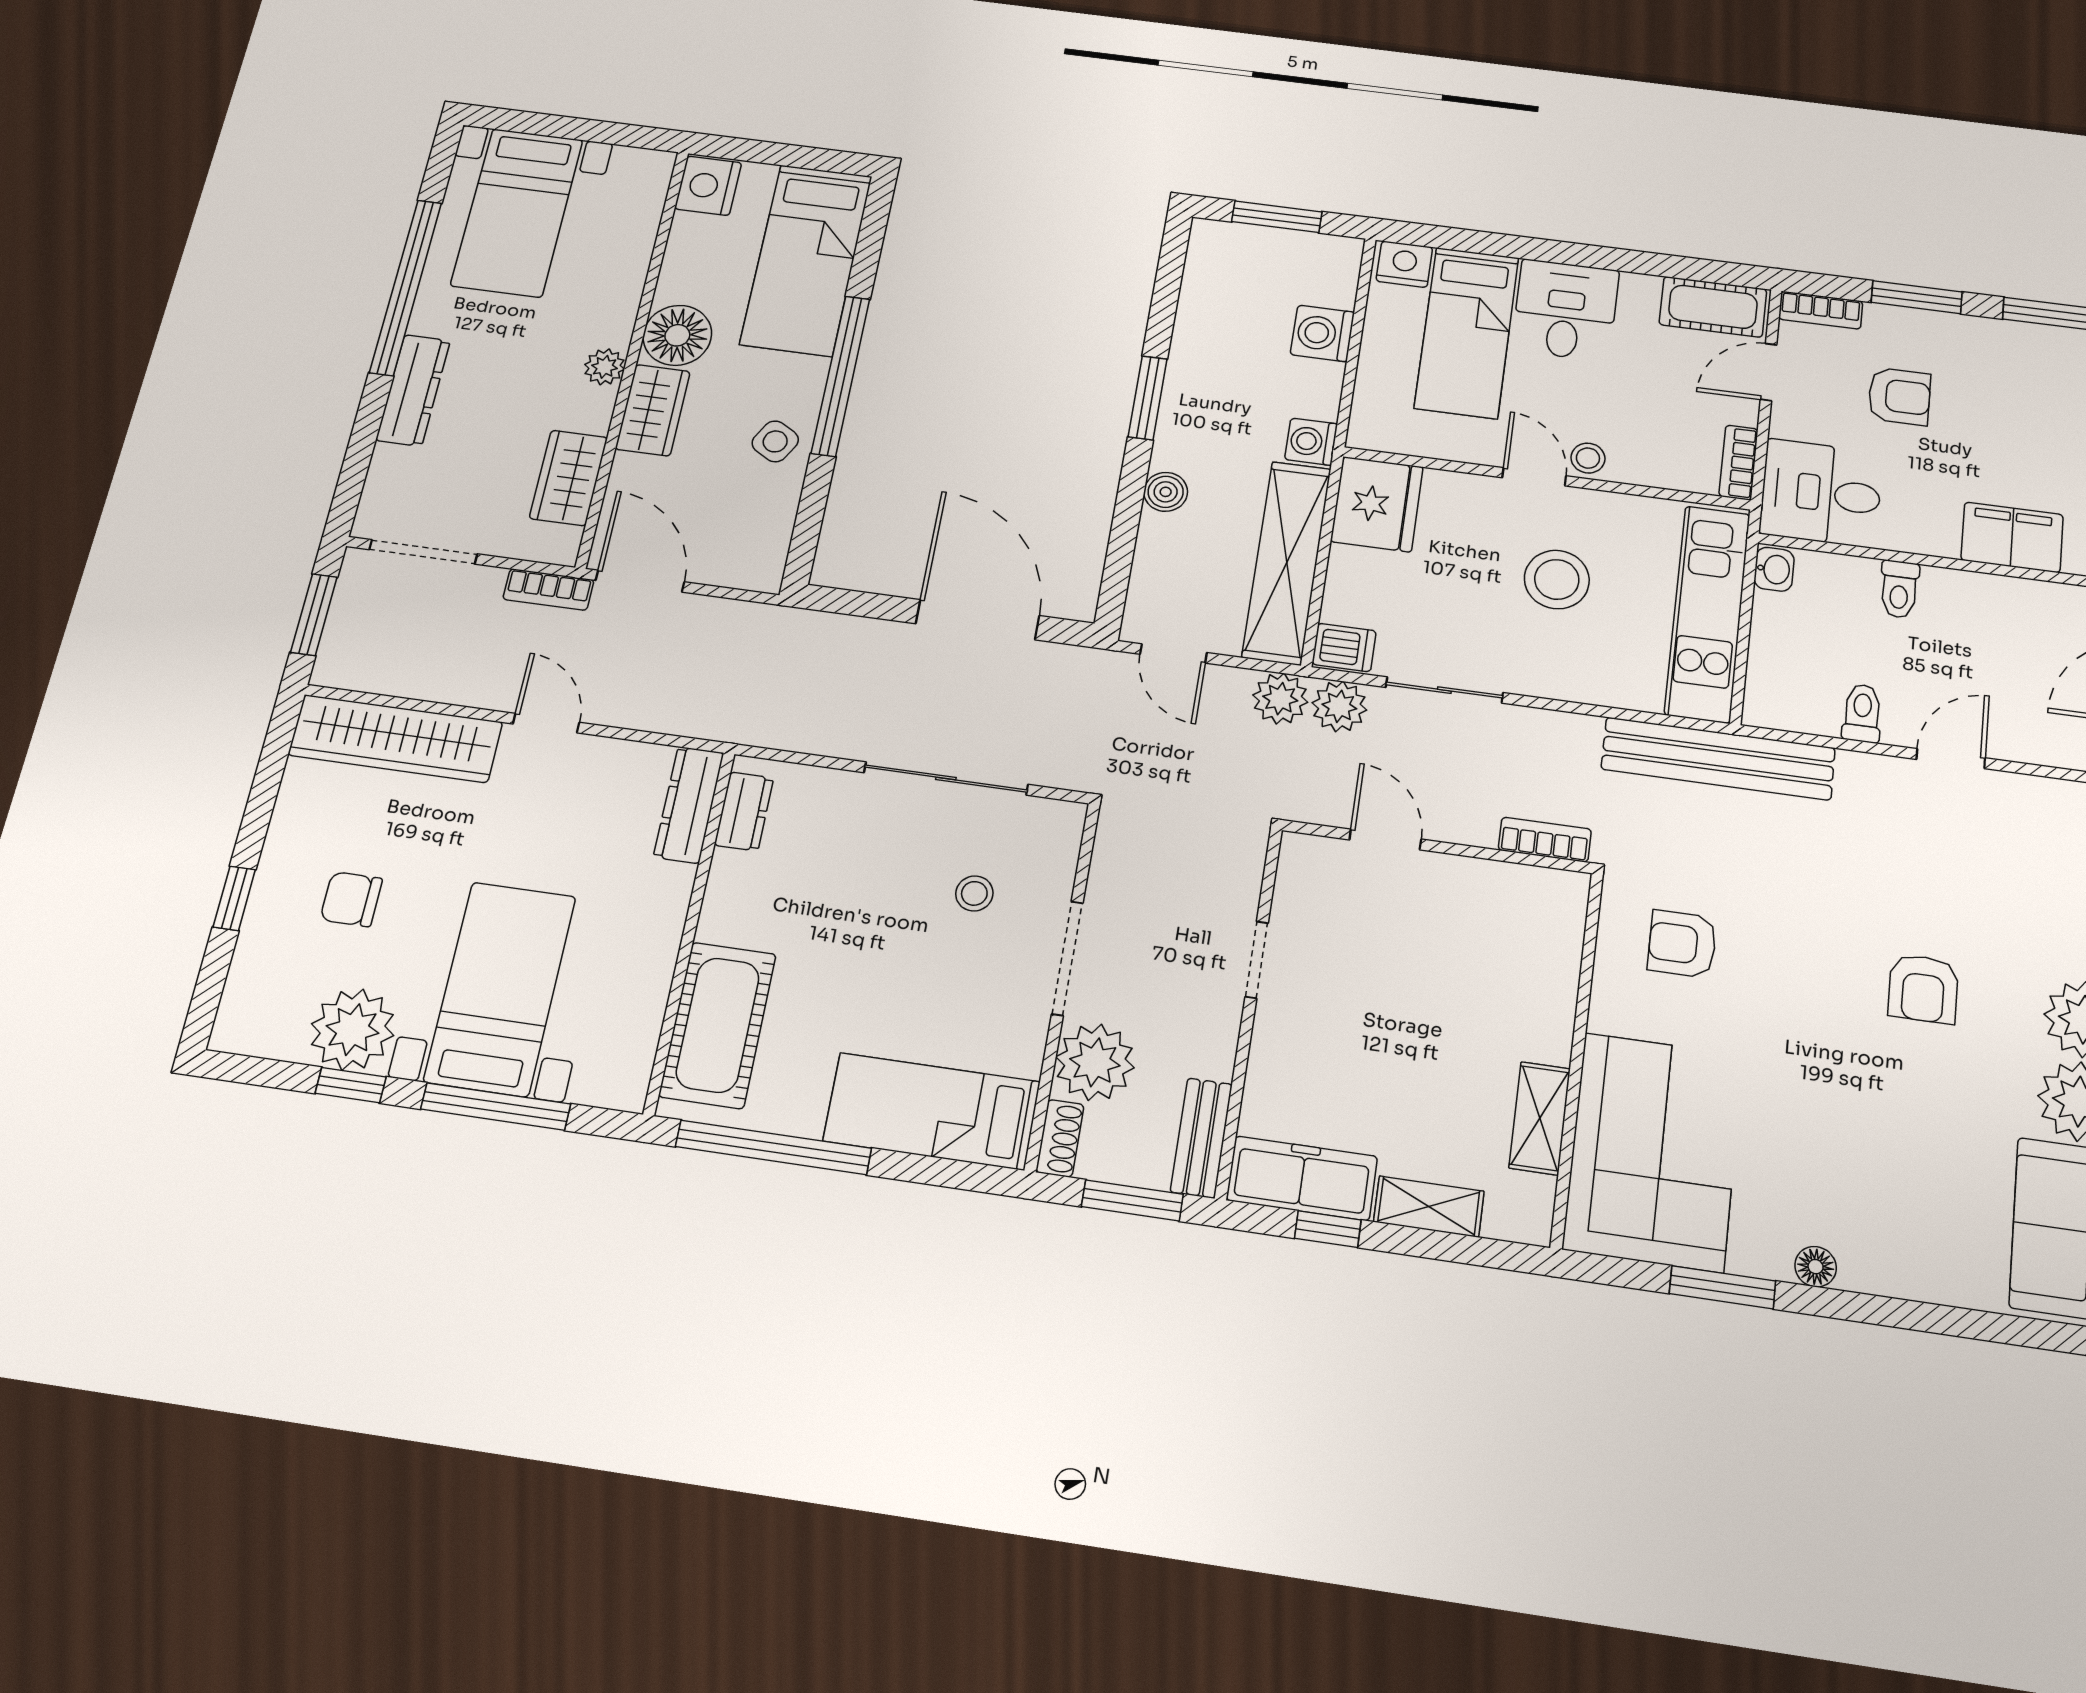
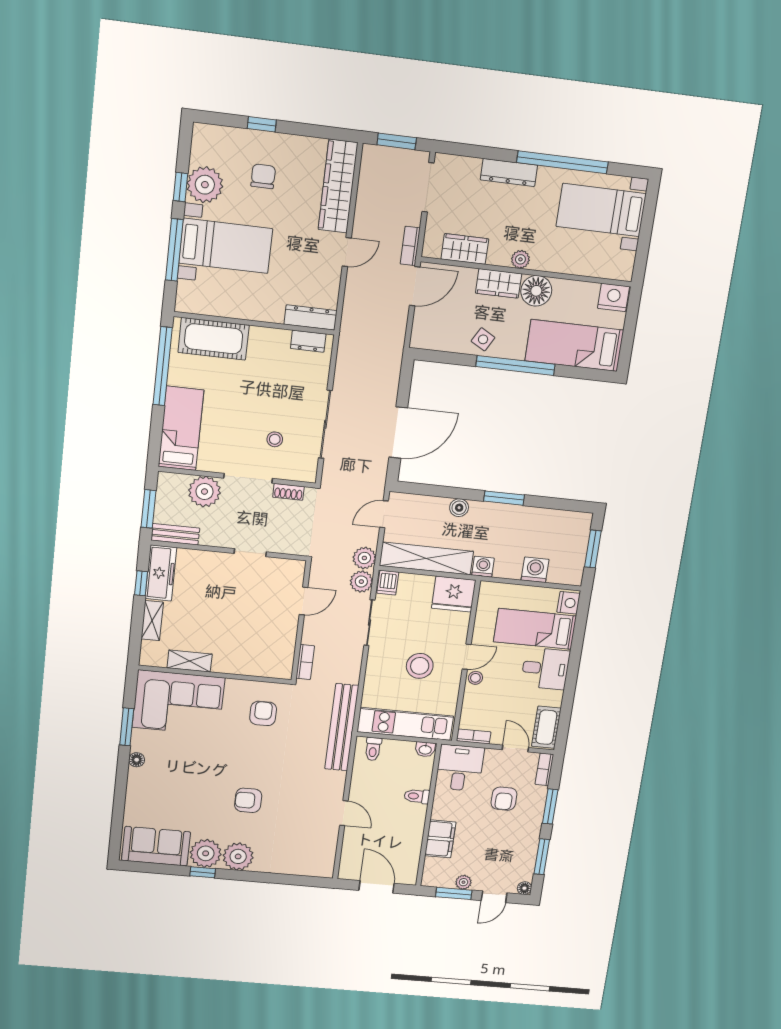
toilet: (1862, 713) -> (373, 749), moved, turned 90
shoe rack: (1060, 1138) -> (288, 492), moved

